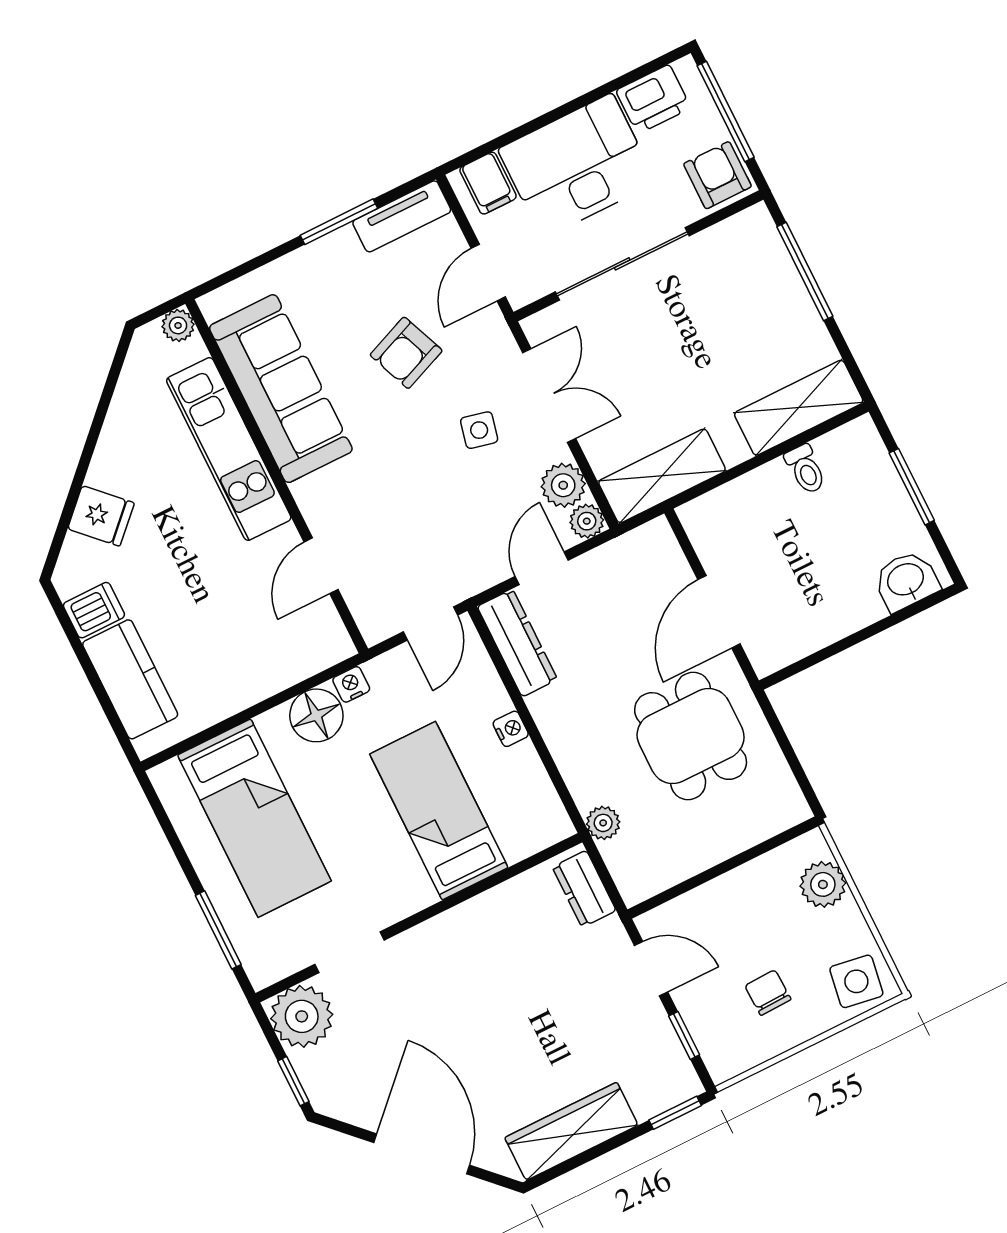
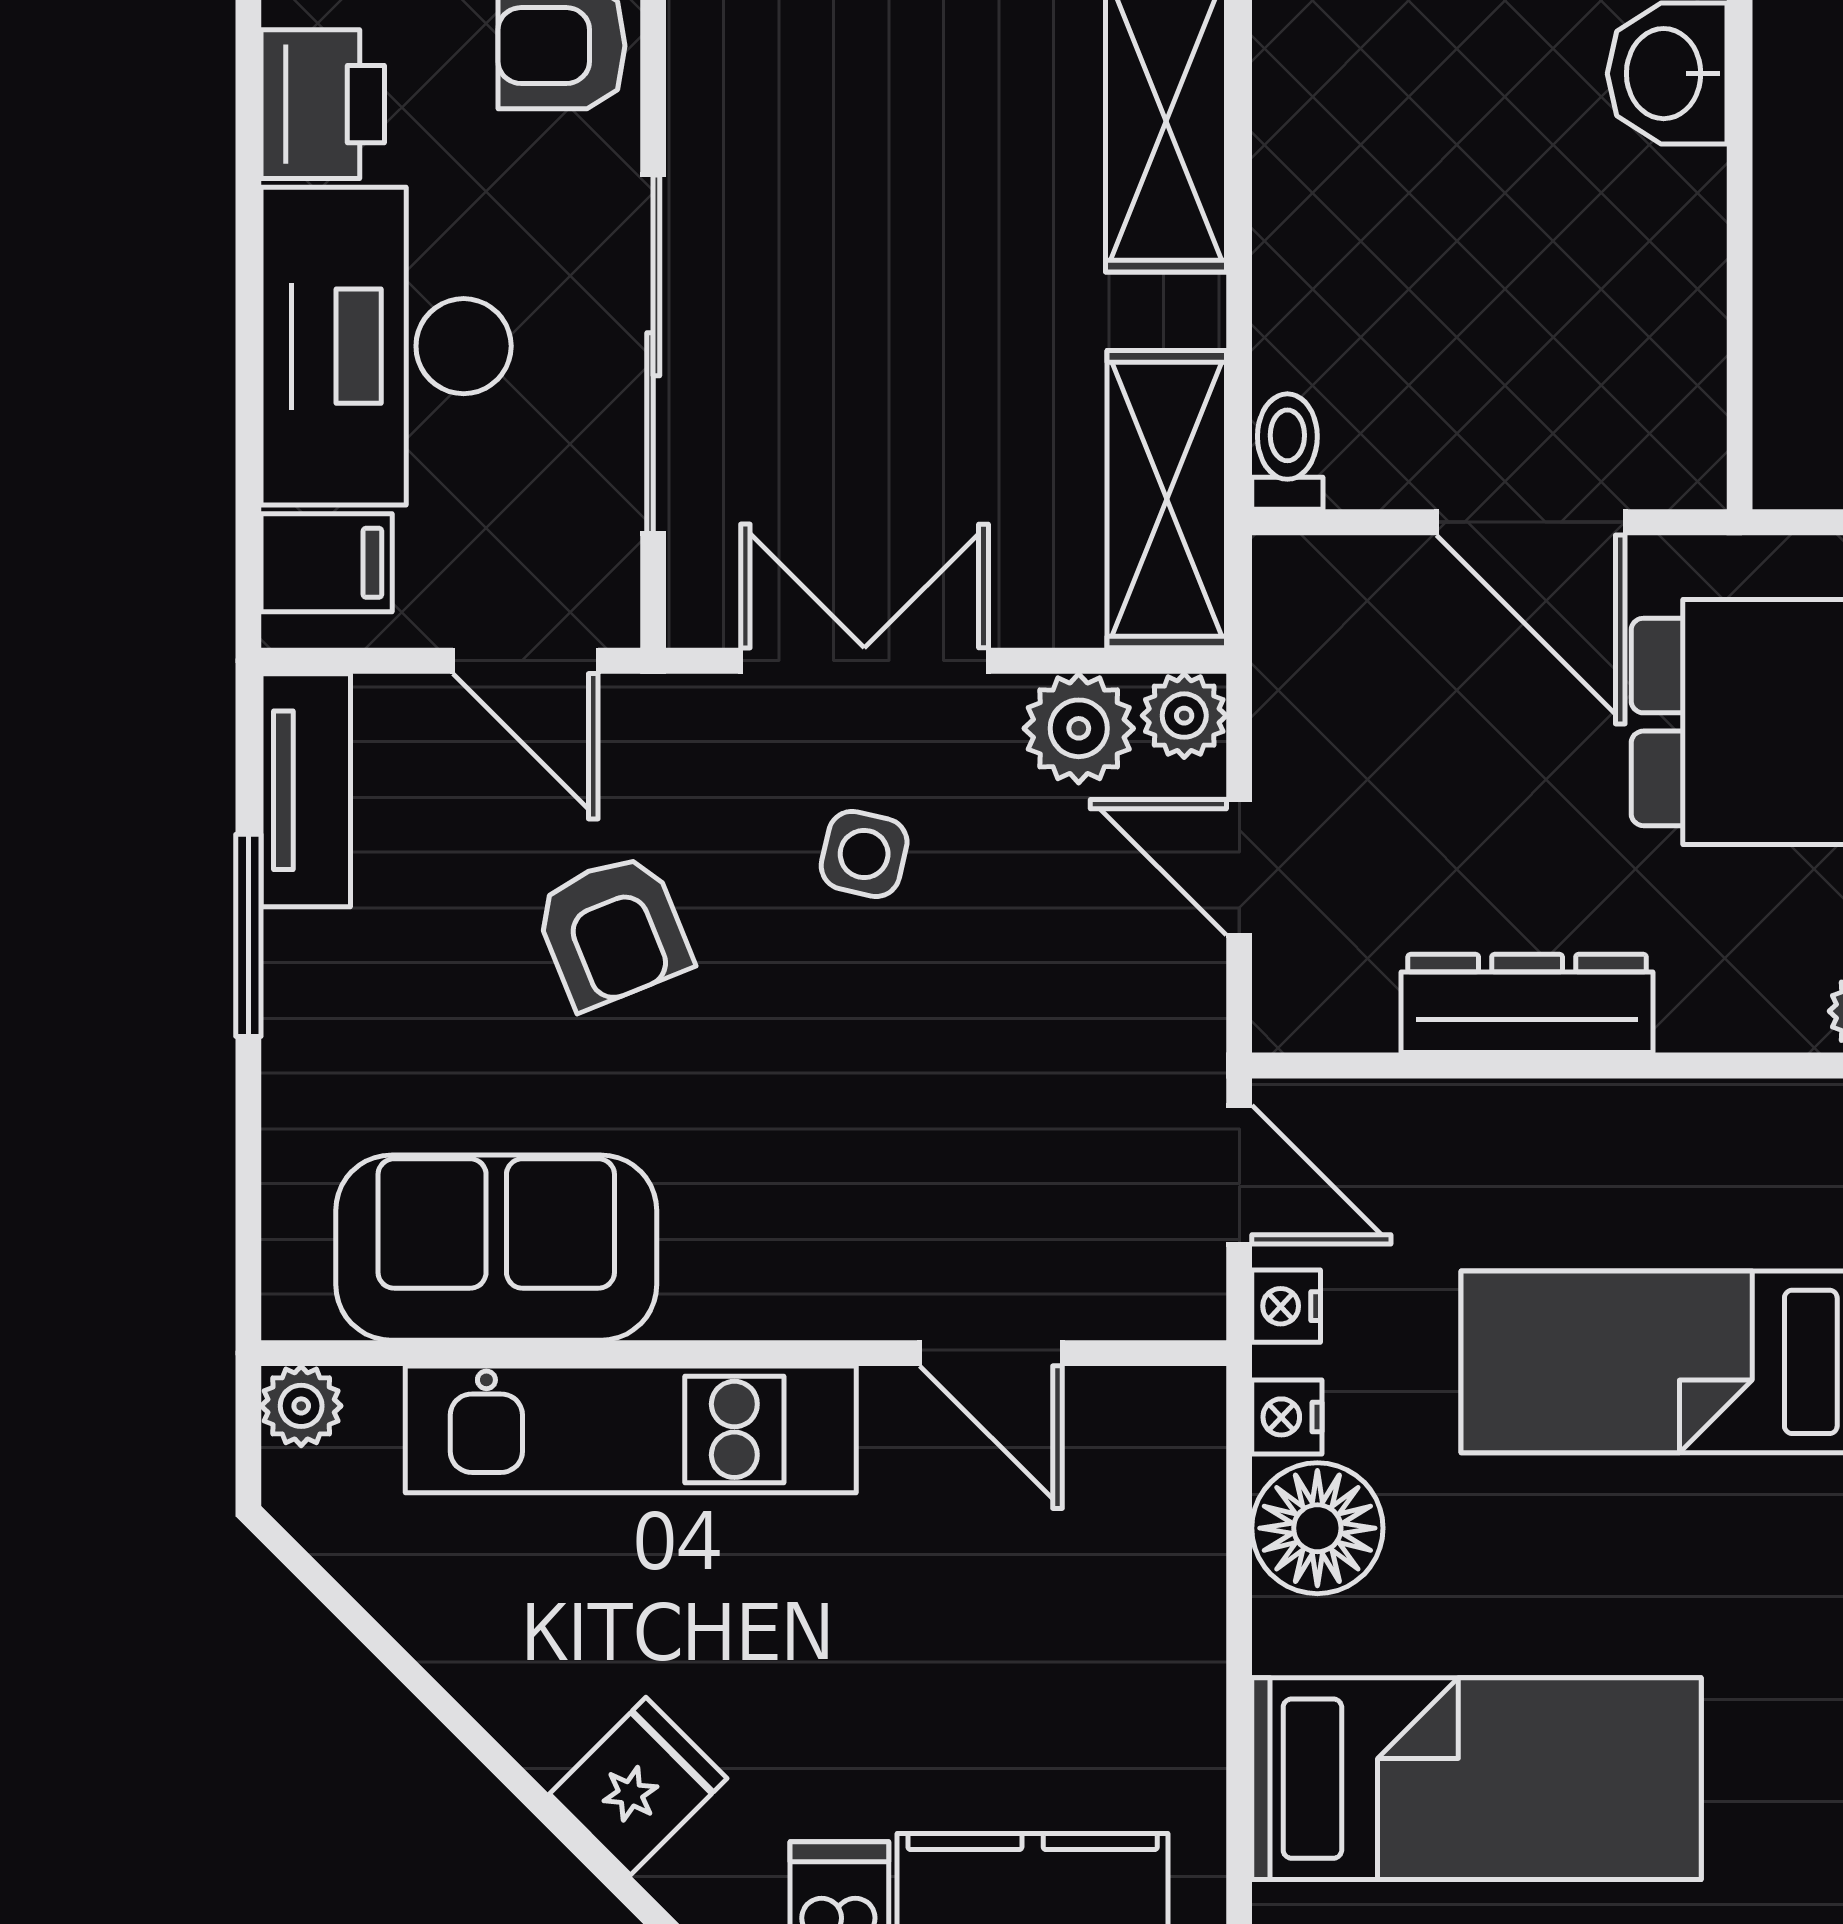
sofa: (281, 389) -> (496, 1248), width x0.73
toilet: (805, 469) -> (1287, 452), moved, turned -90
dresser: (517, 643) -> (1527, 1003), moved
nightstand: (511, 729) -> (1286, 1306), moved, turned -90

